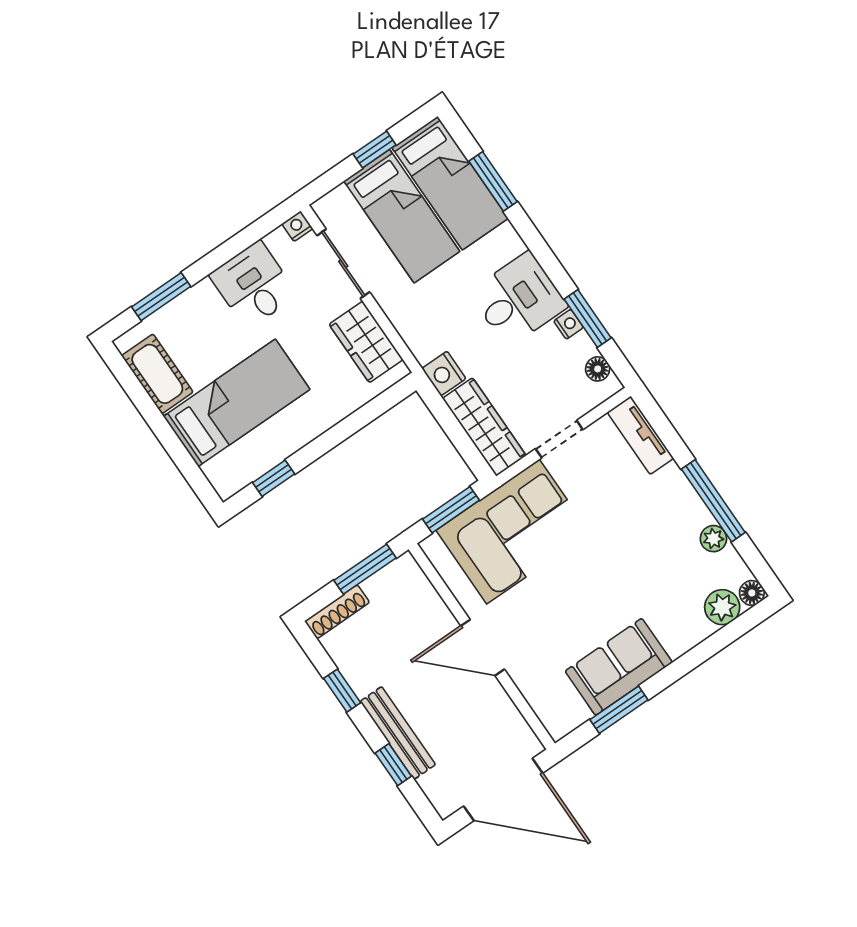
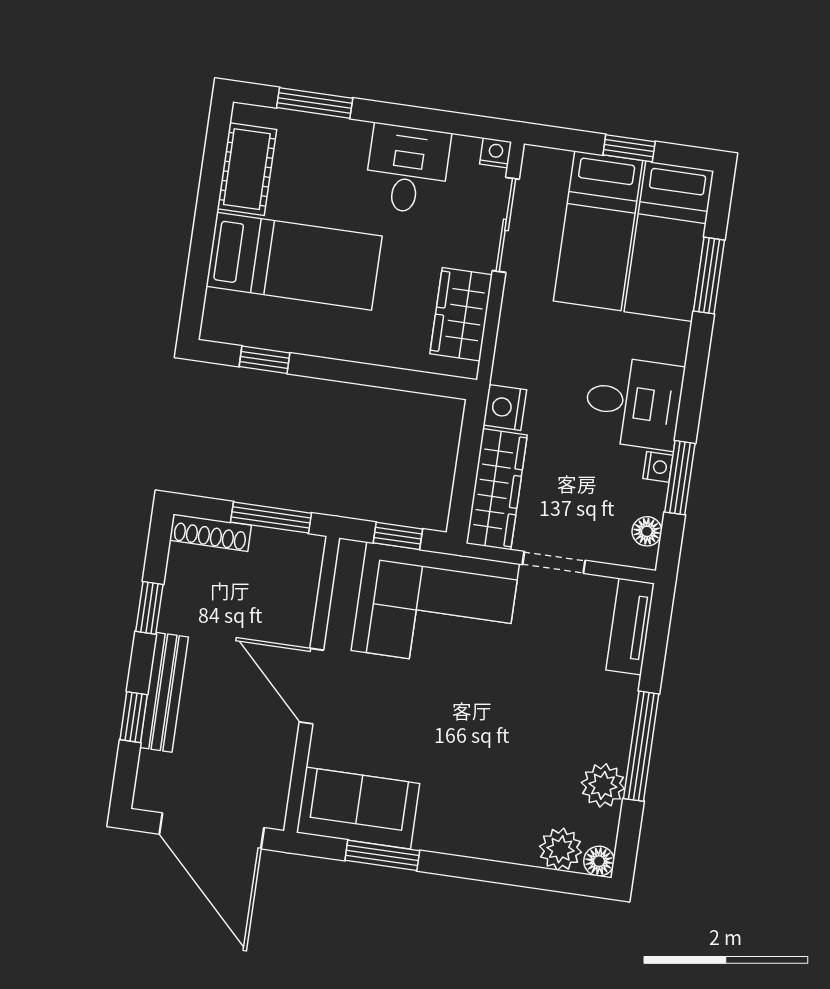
window: (451, 510) -> (398, 536), width x0.67
plant: (713, 539) -> (603, 785), width x1.38, depth x1.38
sofa: (619, 667) -> (358, 808), moved

